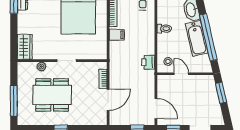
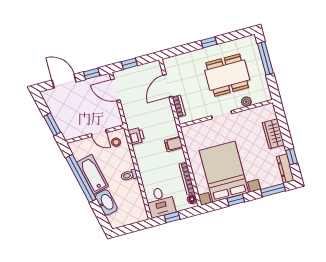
filing cabinet: (117, 35) -> (174, 144), moved
wardrobe: (25, 47) -> (273, 134), moved

